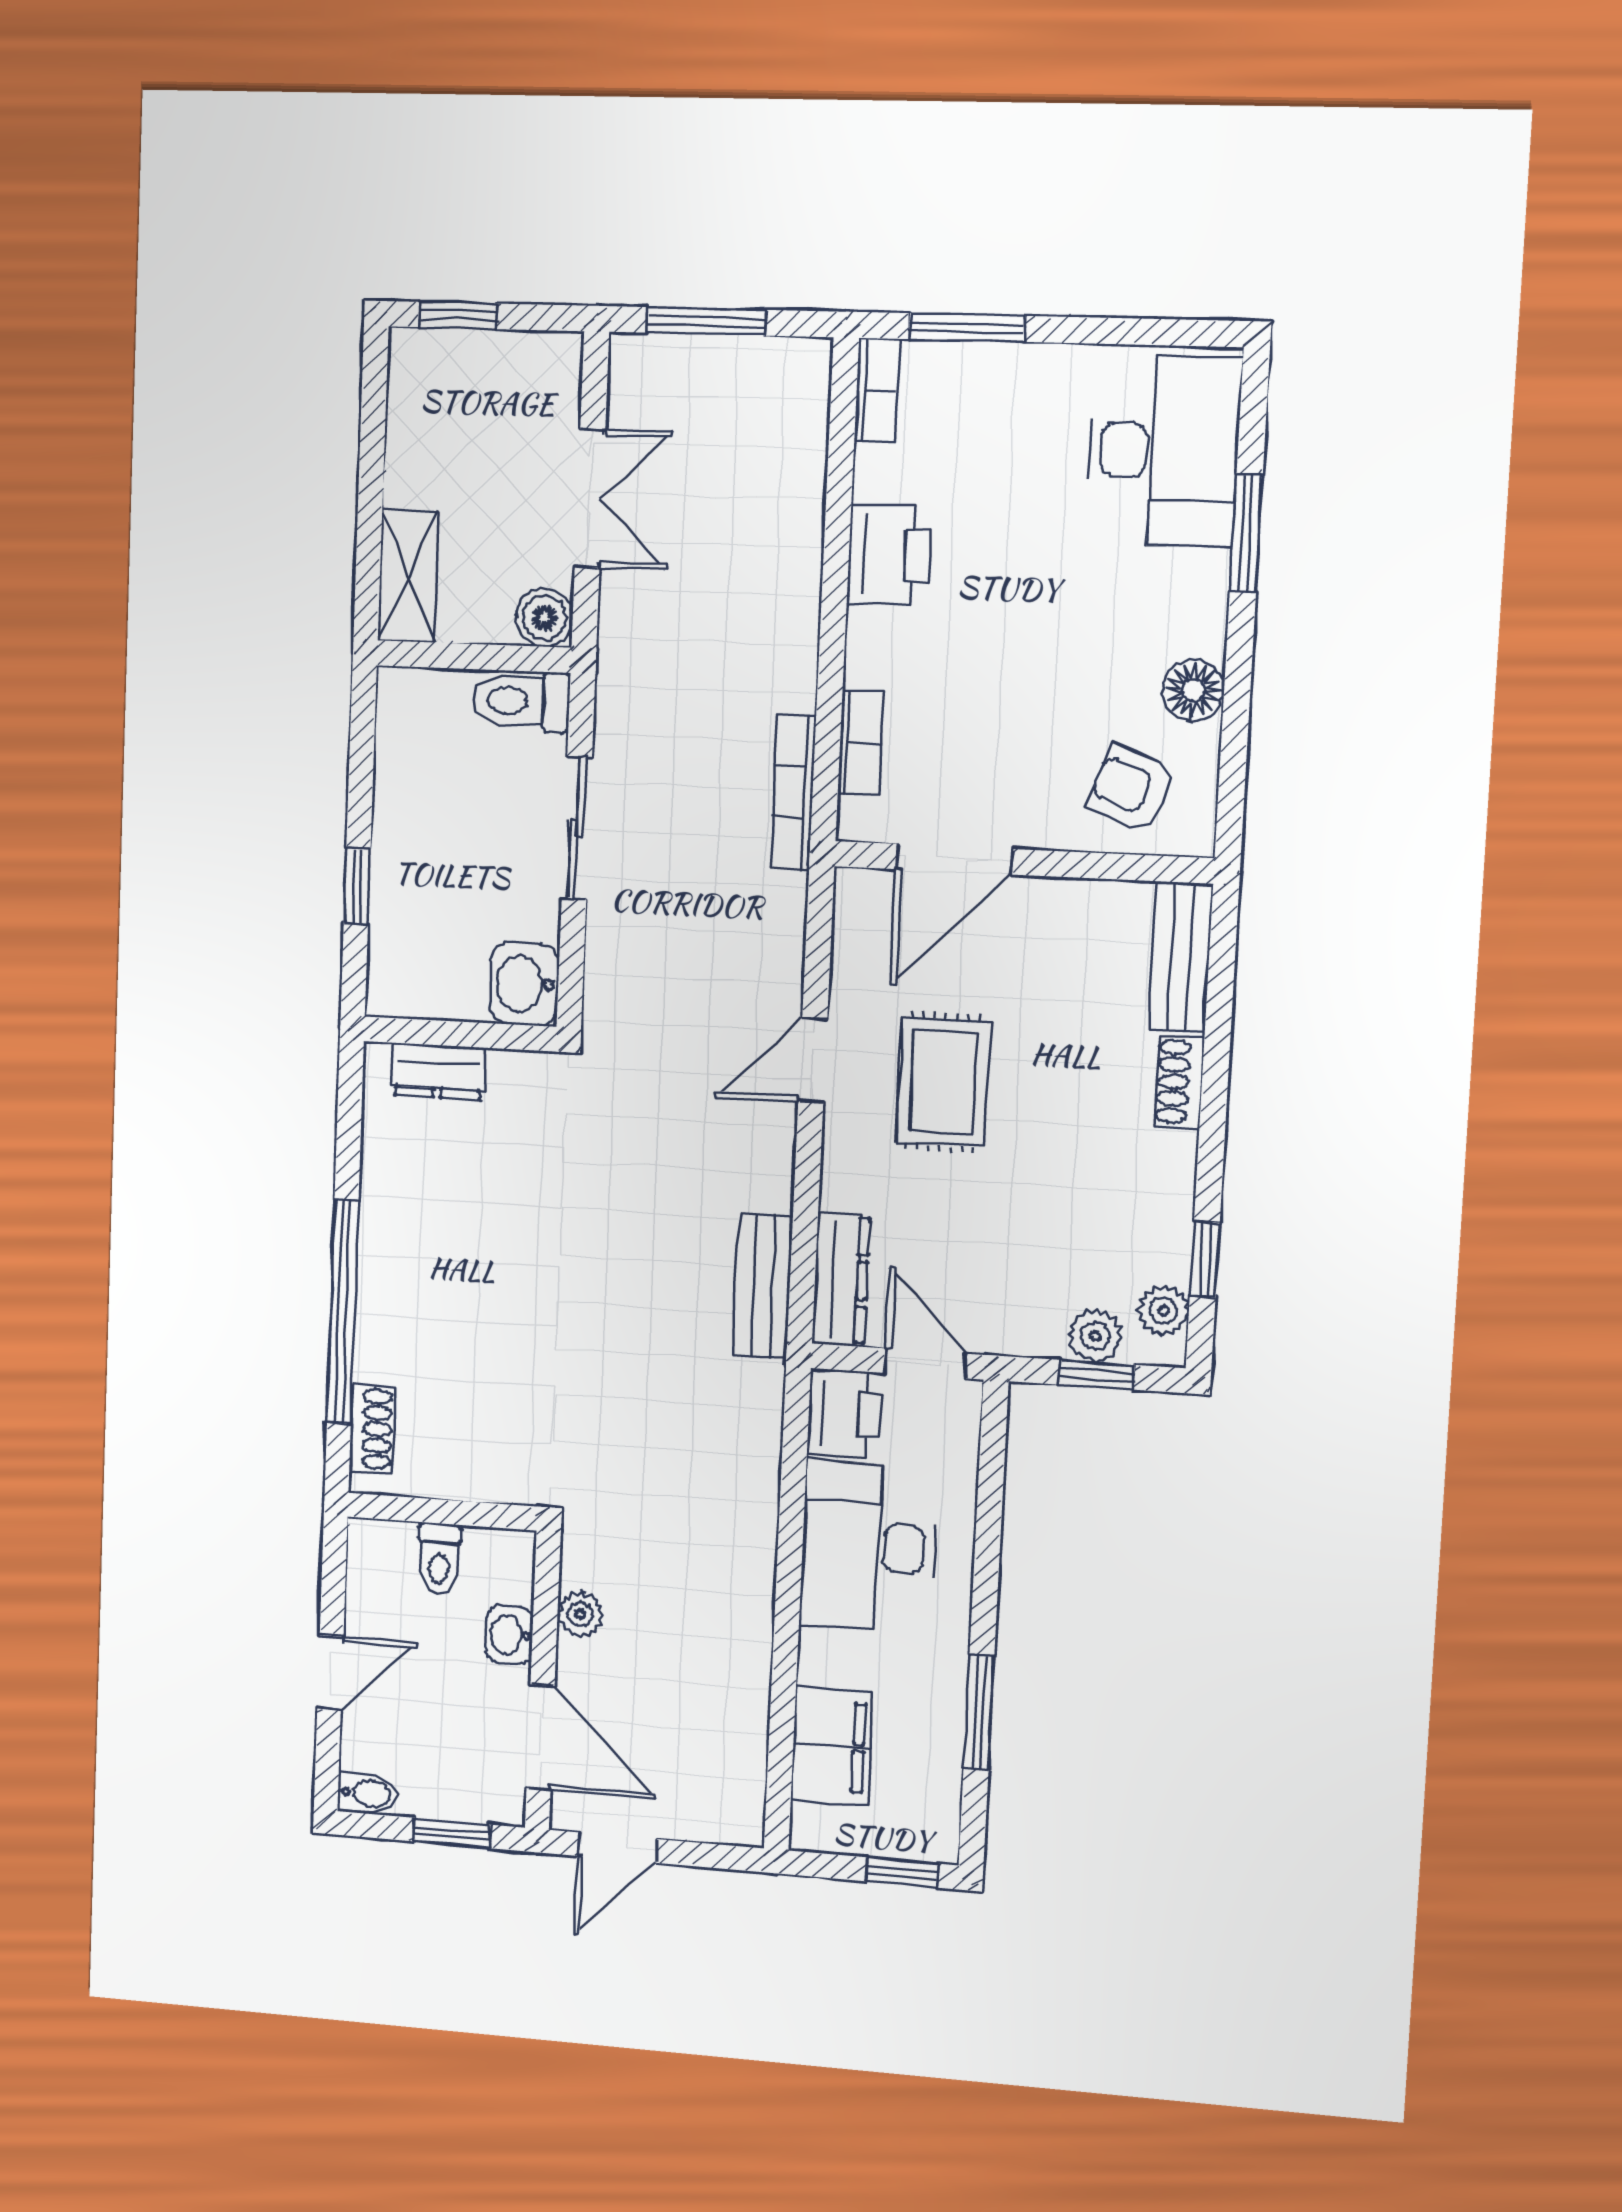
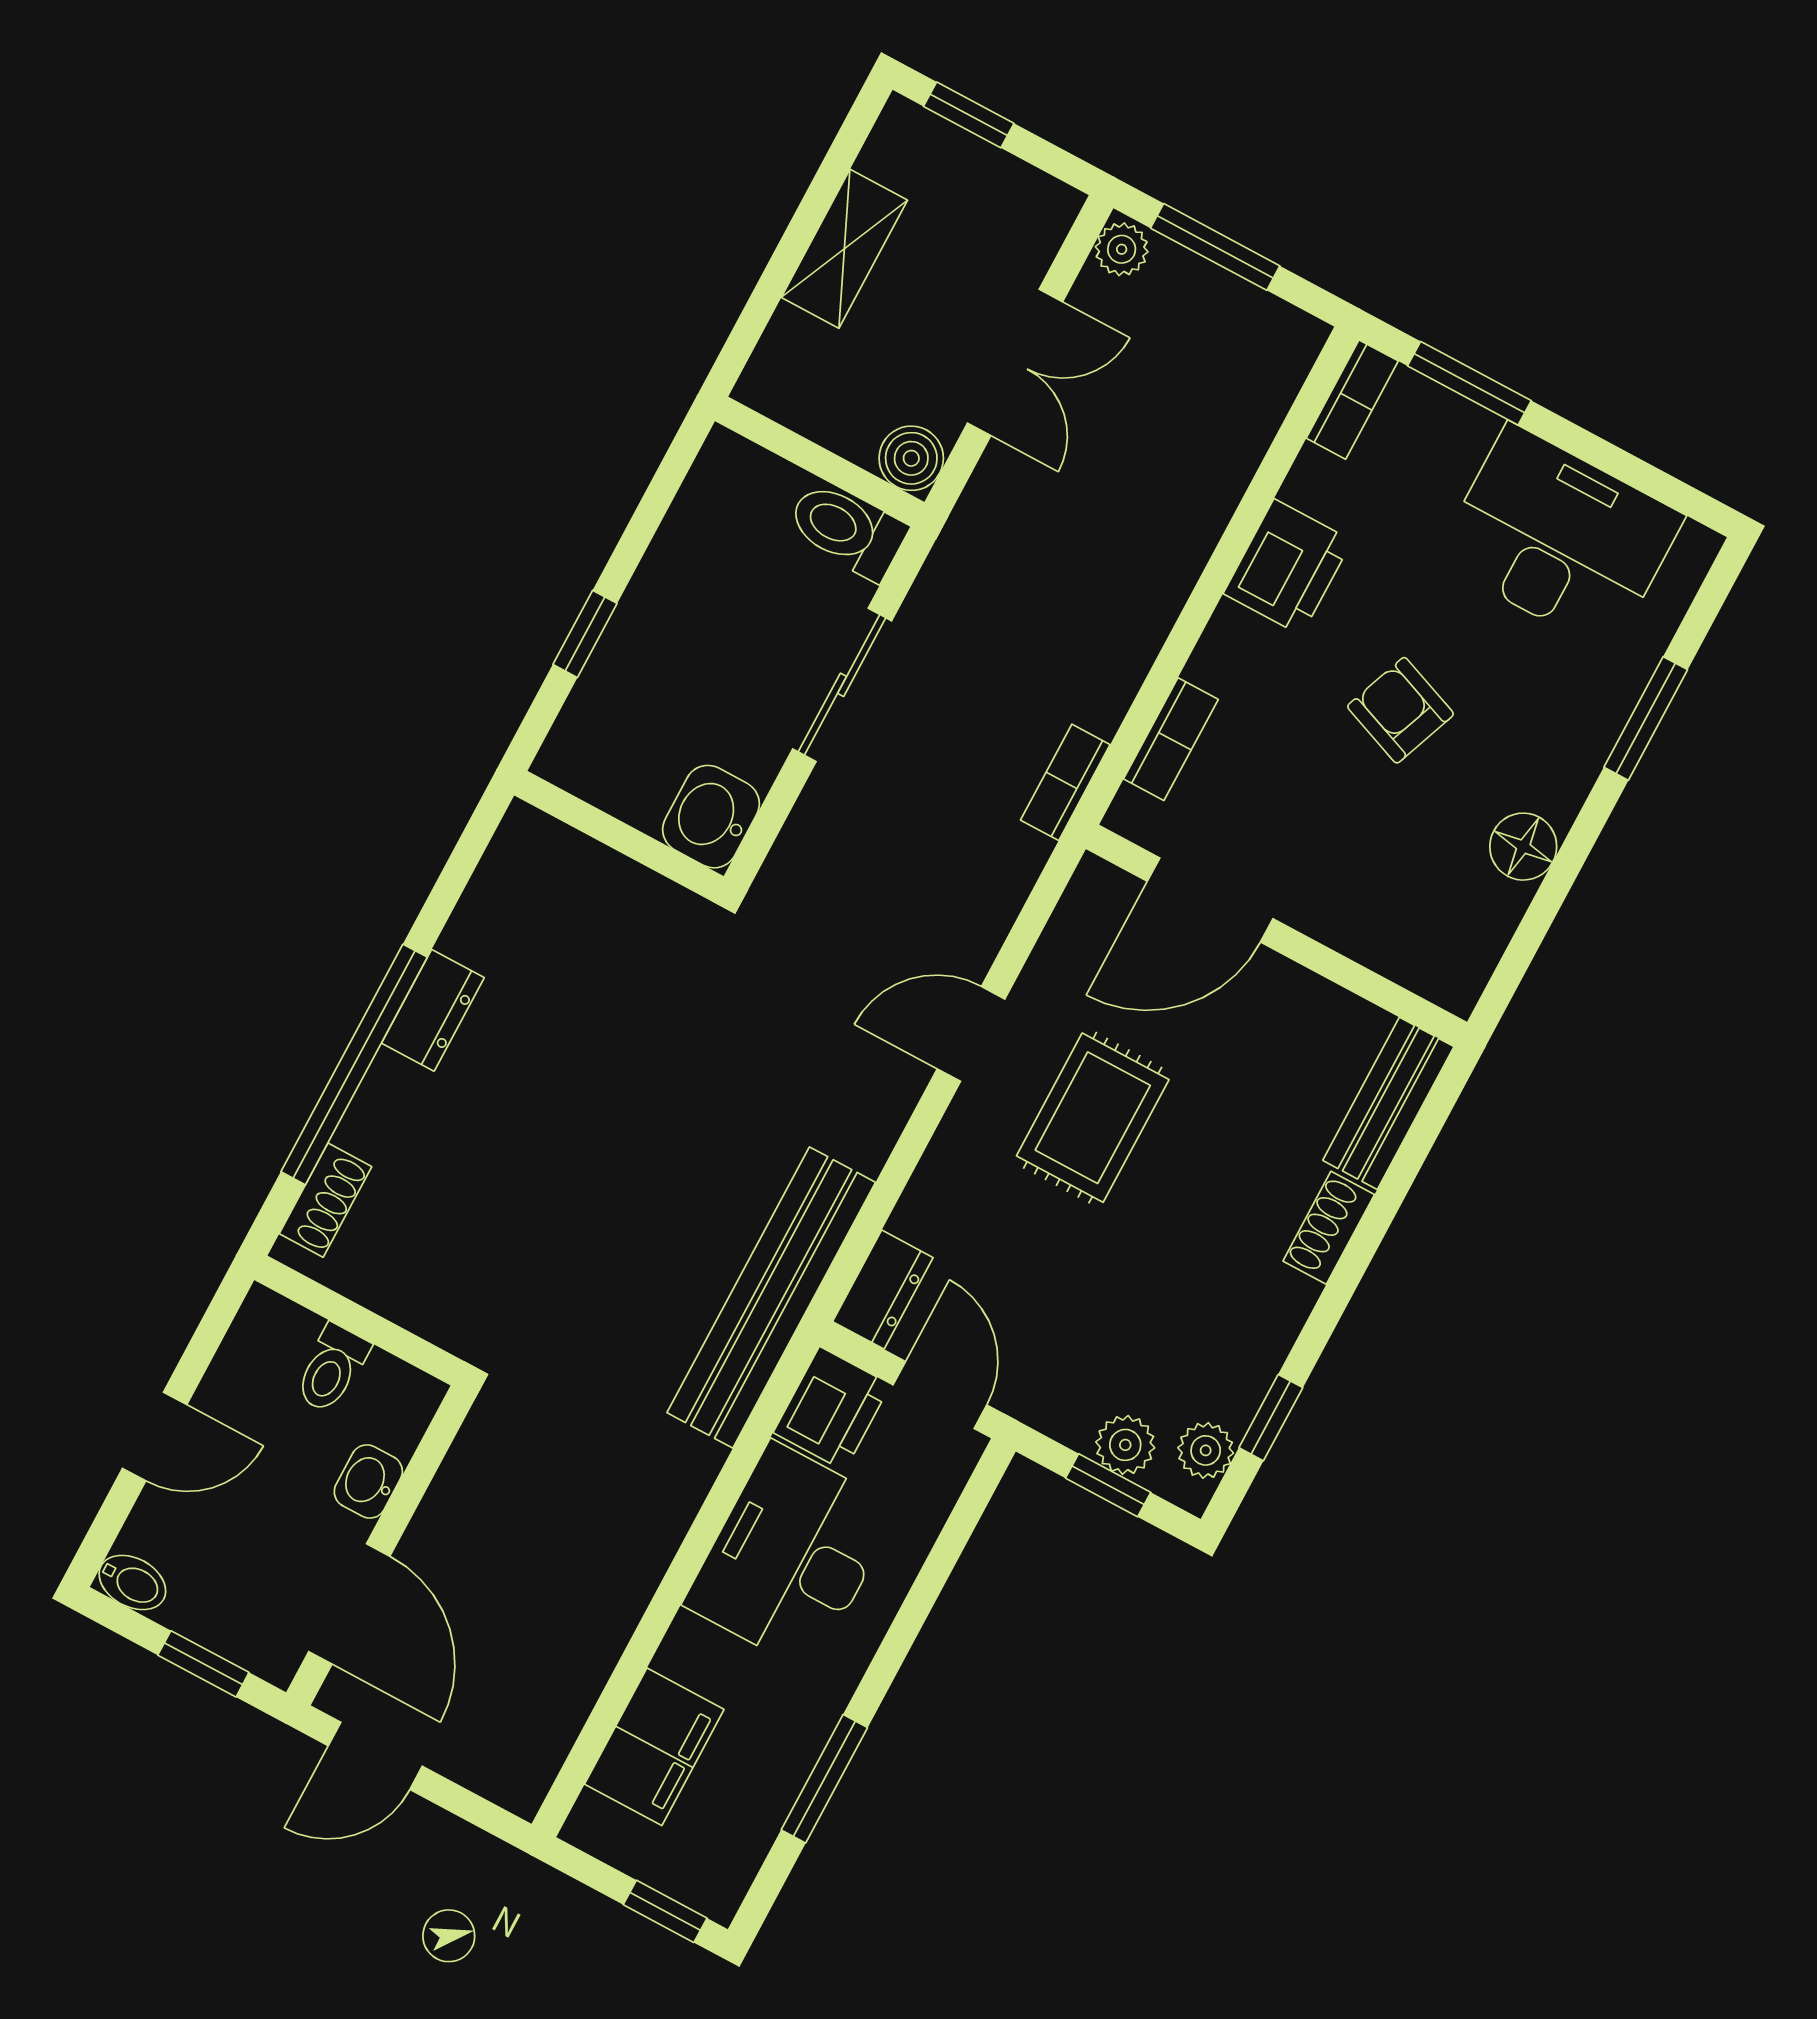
desk: (1164, 451) -> (1560, 538), moved, turned -90
shelving: (408, 576) -> (844, 249), moved
armchair: (1131, 788) -> (1400, 710), moved
bookcase: (793, 792) -> (1065, 782), width x0.64
dresser: (438, 1071) -> (433, 1010), moved, turned -90
dresser: (841, 1279) -> (883, 1290), width x0.70
bench: (763, 1286) -> (771, 1298), width x1.86, depth x1.21
plant: (580, 1614) -> (1122, 249), moved

